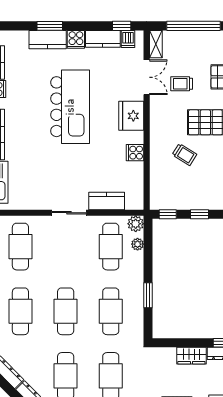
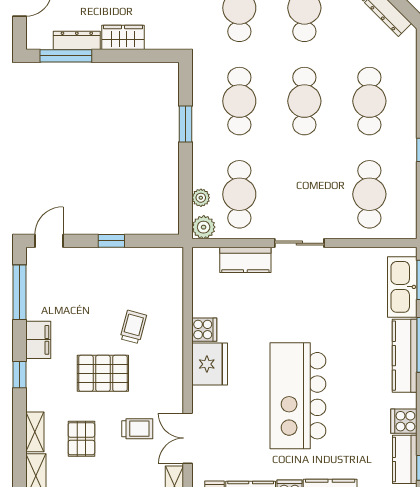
fridge: (131, 116) -> (210, 364), moved
trolley: (184, 154) -> (133, 327), turned 73
window: (168, 214) -> (157, 241), removed

